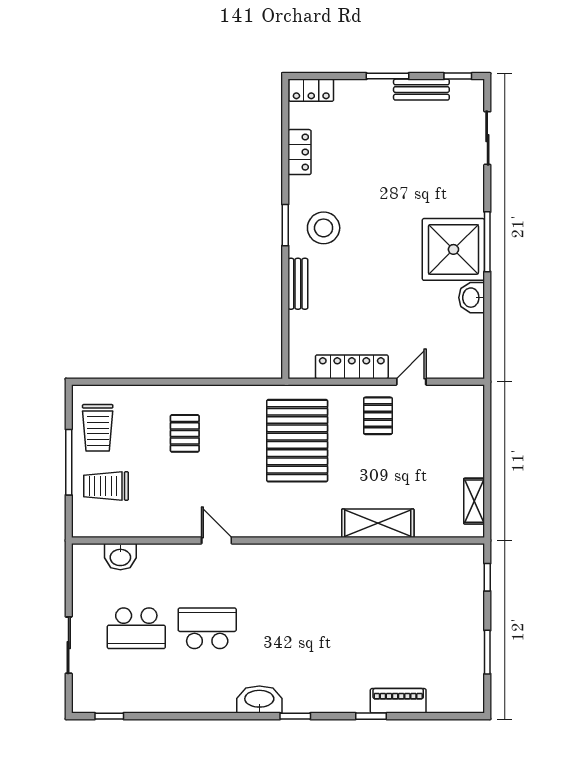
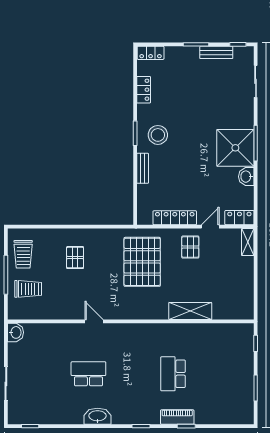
locker: (460, 367) -> (239, 218), added
trolley: (106, 486) -> (28, 289), turned 180
shelving: (474, 501) -> (248, 242), moved
washbasin: (120, 557) -> (16, 332), moved, turned -90
school desk: (136, 628) -> (173, 374), moved, turned 90
washbasin: (259, 699) -> (98, 416), moved
piano: (398, 701) -> (177, 417), moved

